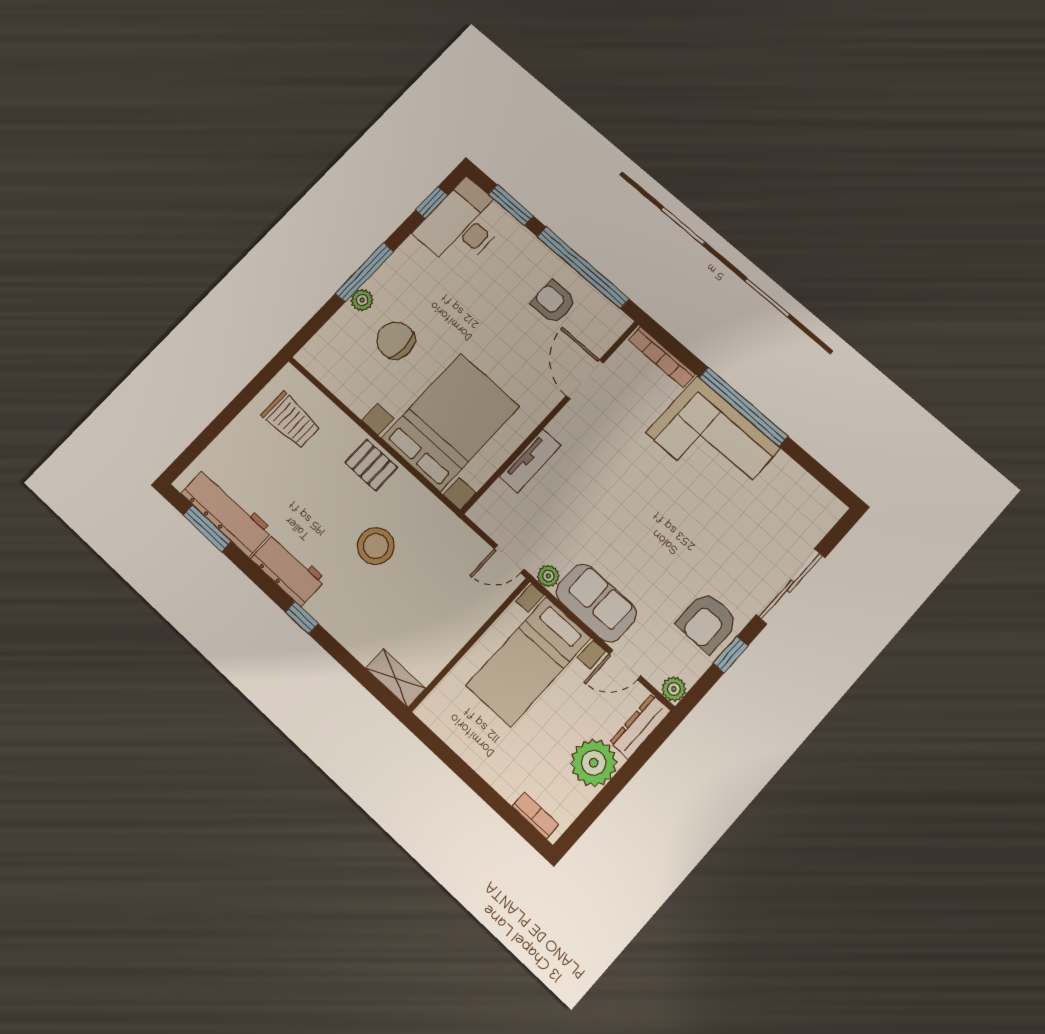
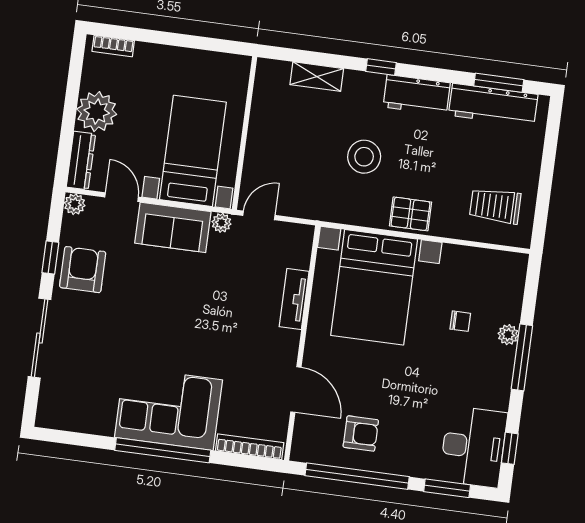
chair: (396, 340) -> (460, 321), width x0.54, depth x0.54
door: (625, 665) -> (122, 197), hinge flipped
shelving: (396, 678) -> (317, 77), moved

